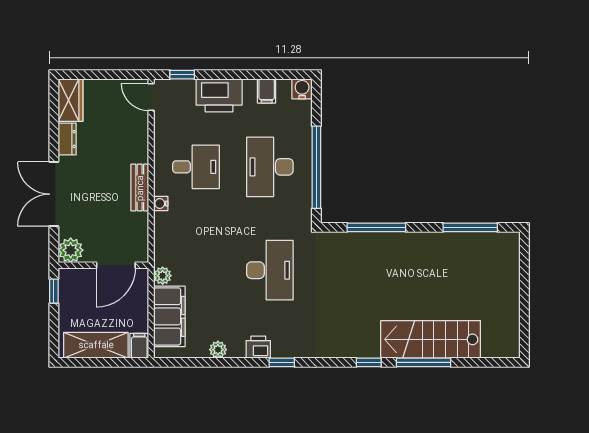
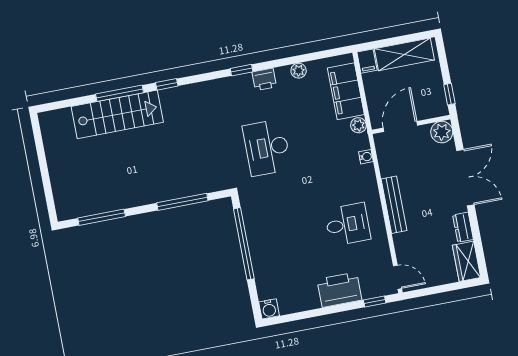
filing cabinet: (267, 91) -> (299, 301), removed
desk: (196, 167) -> (348, 224), turned 180
desk: (270, 167) -> (284, 237), removed
bench: (140, 188) -> (394, 205), width x1.36
water cooler: (161, 203) -> (366, 157), moved

